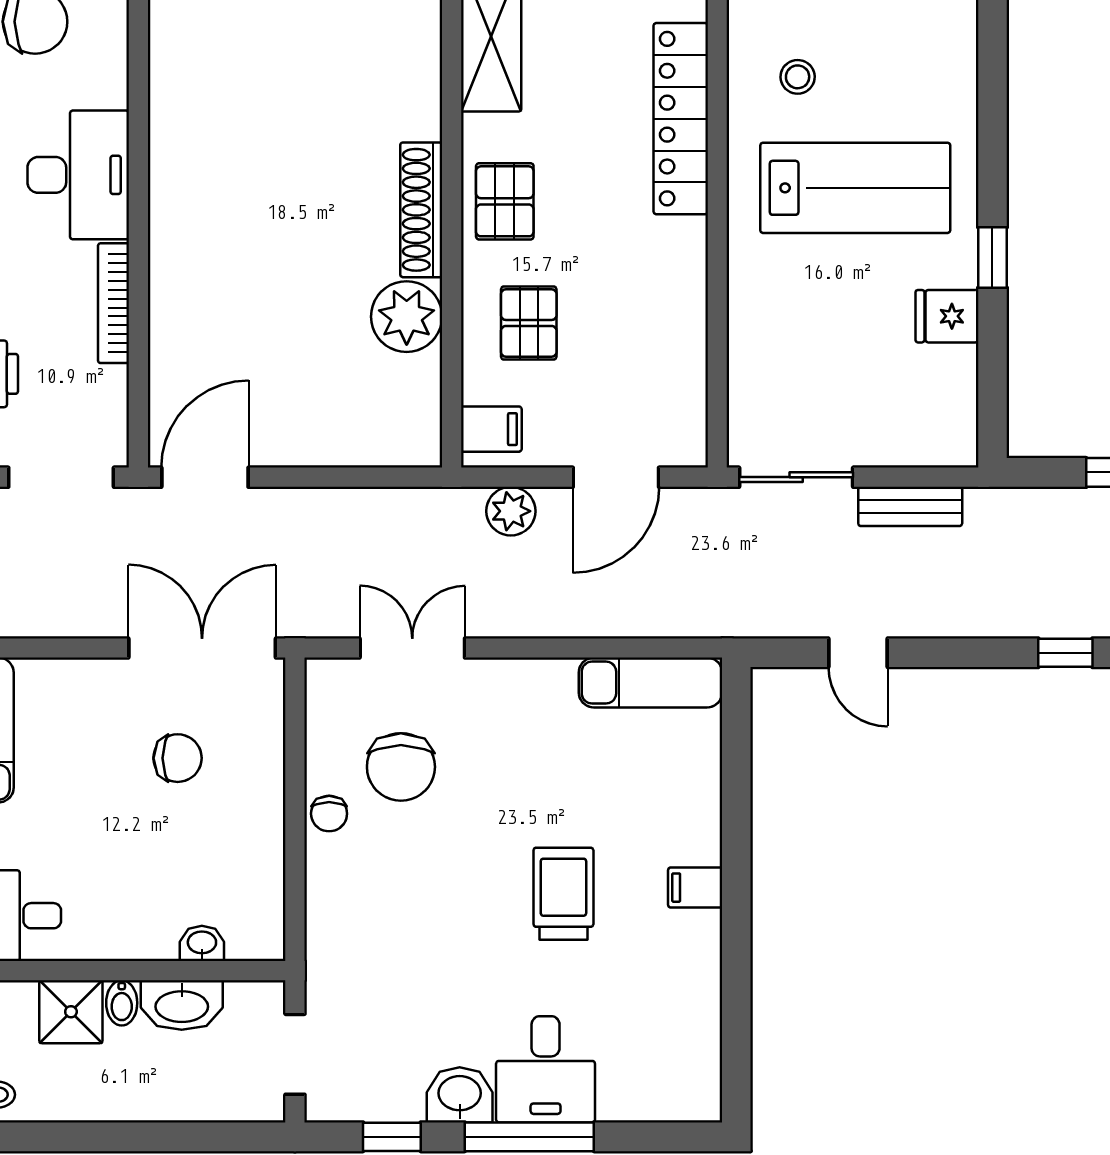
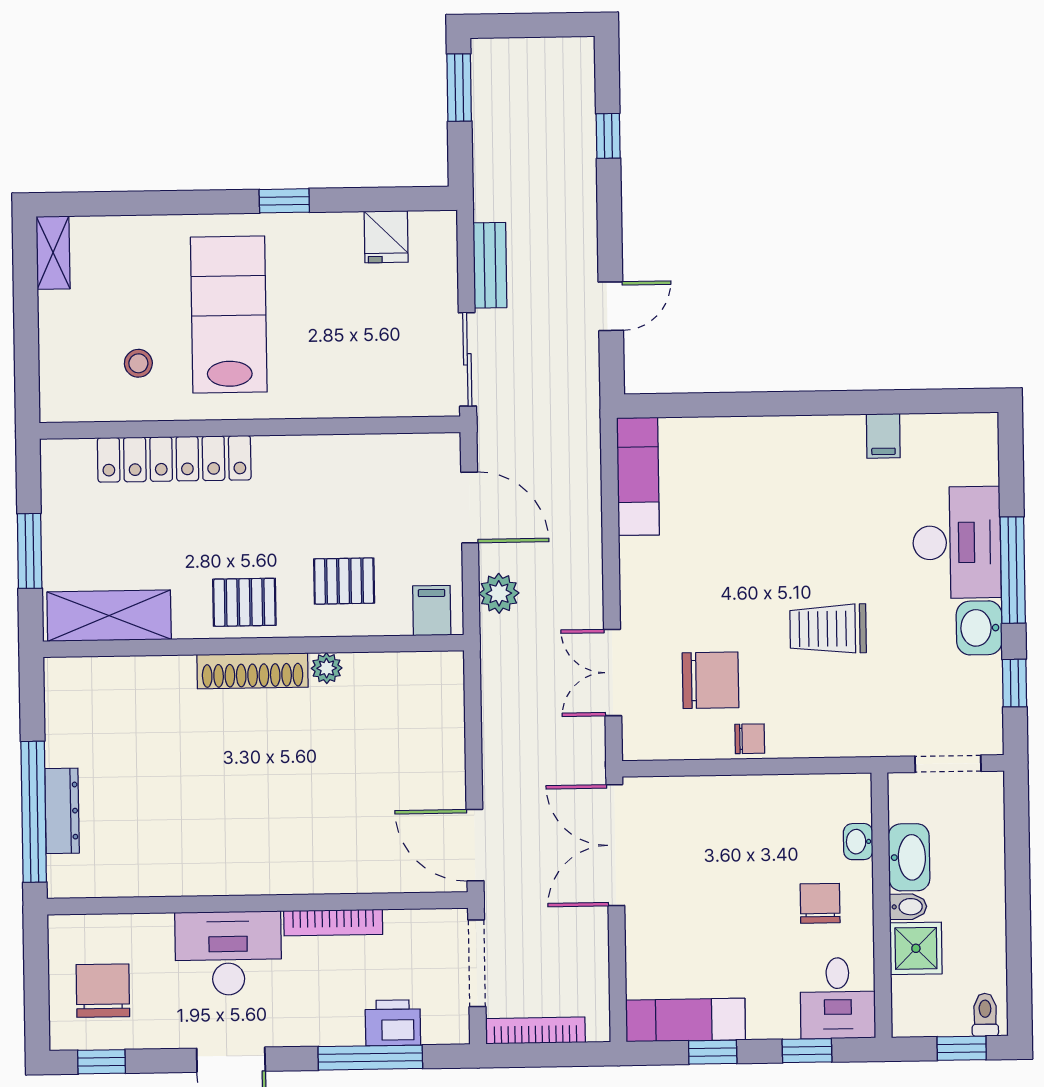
fridge: (947, 316) -> (386, 237), moved
plant: (407, 317) -> (327, 668), width x0.53, depth x0.53
chair: (178, 758) -> (820, 903), moved
filing cabinet: (695, 888) -> (883, 436), moved
trolley: (563, 894) -> (828, 629), moved
desk: (546, 1069) -> (957, 542), width x1.37

